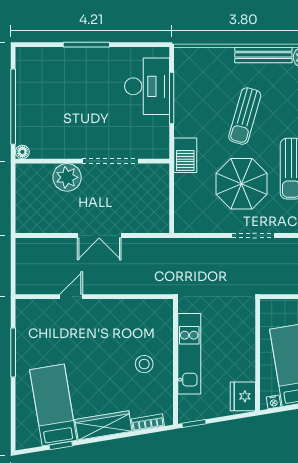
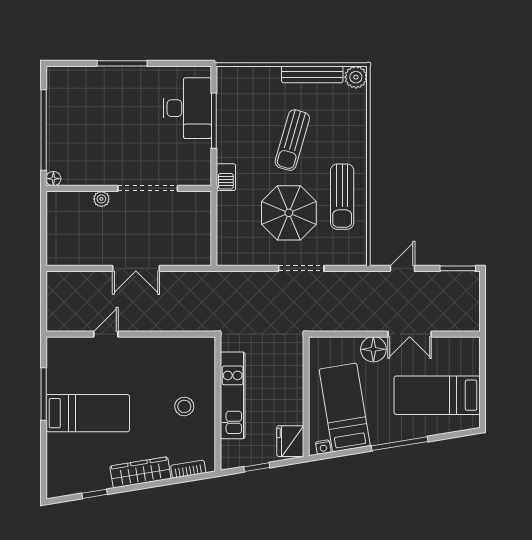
barbecue: (185, 155) -> (226, 177), width x0.73, depth x0.79
plant: (67, 177) -> (101, 199), width x0.53, depth x0.53
bed: (53, 405) -> (88, 413), moved, turned 99
window: (194, 424) -> (257, 467), moved

